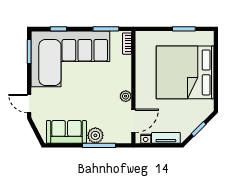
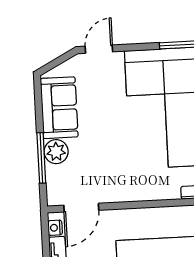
plant: (126, 96) -> (118, 194), removed
door: (133, 121) -> (81, 208), hinge flipped

